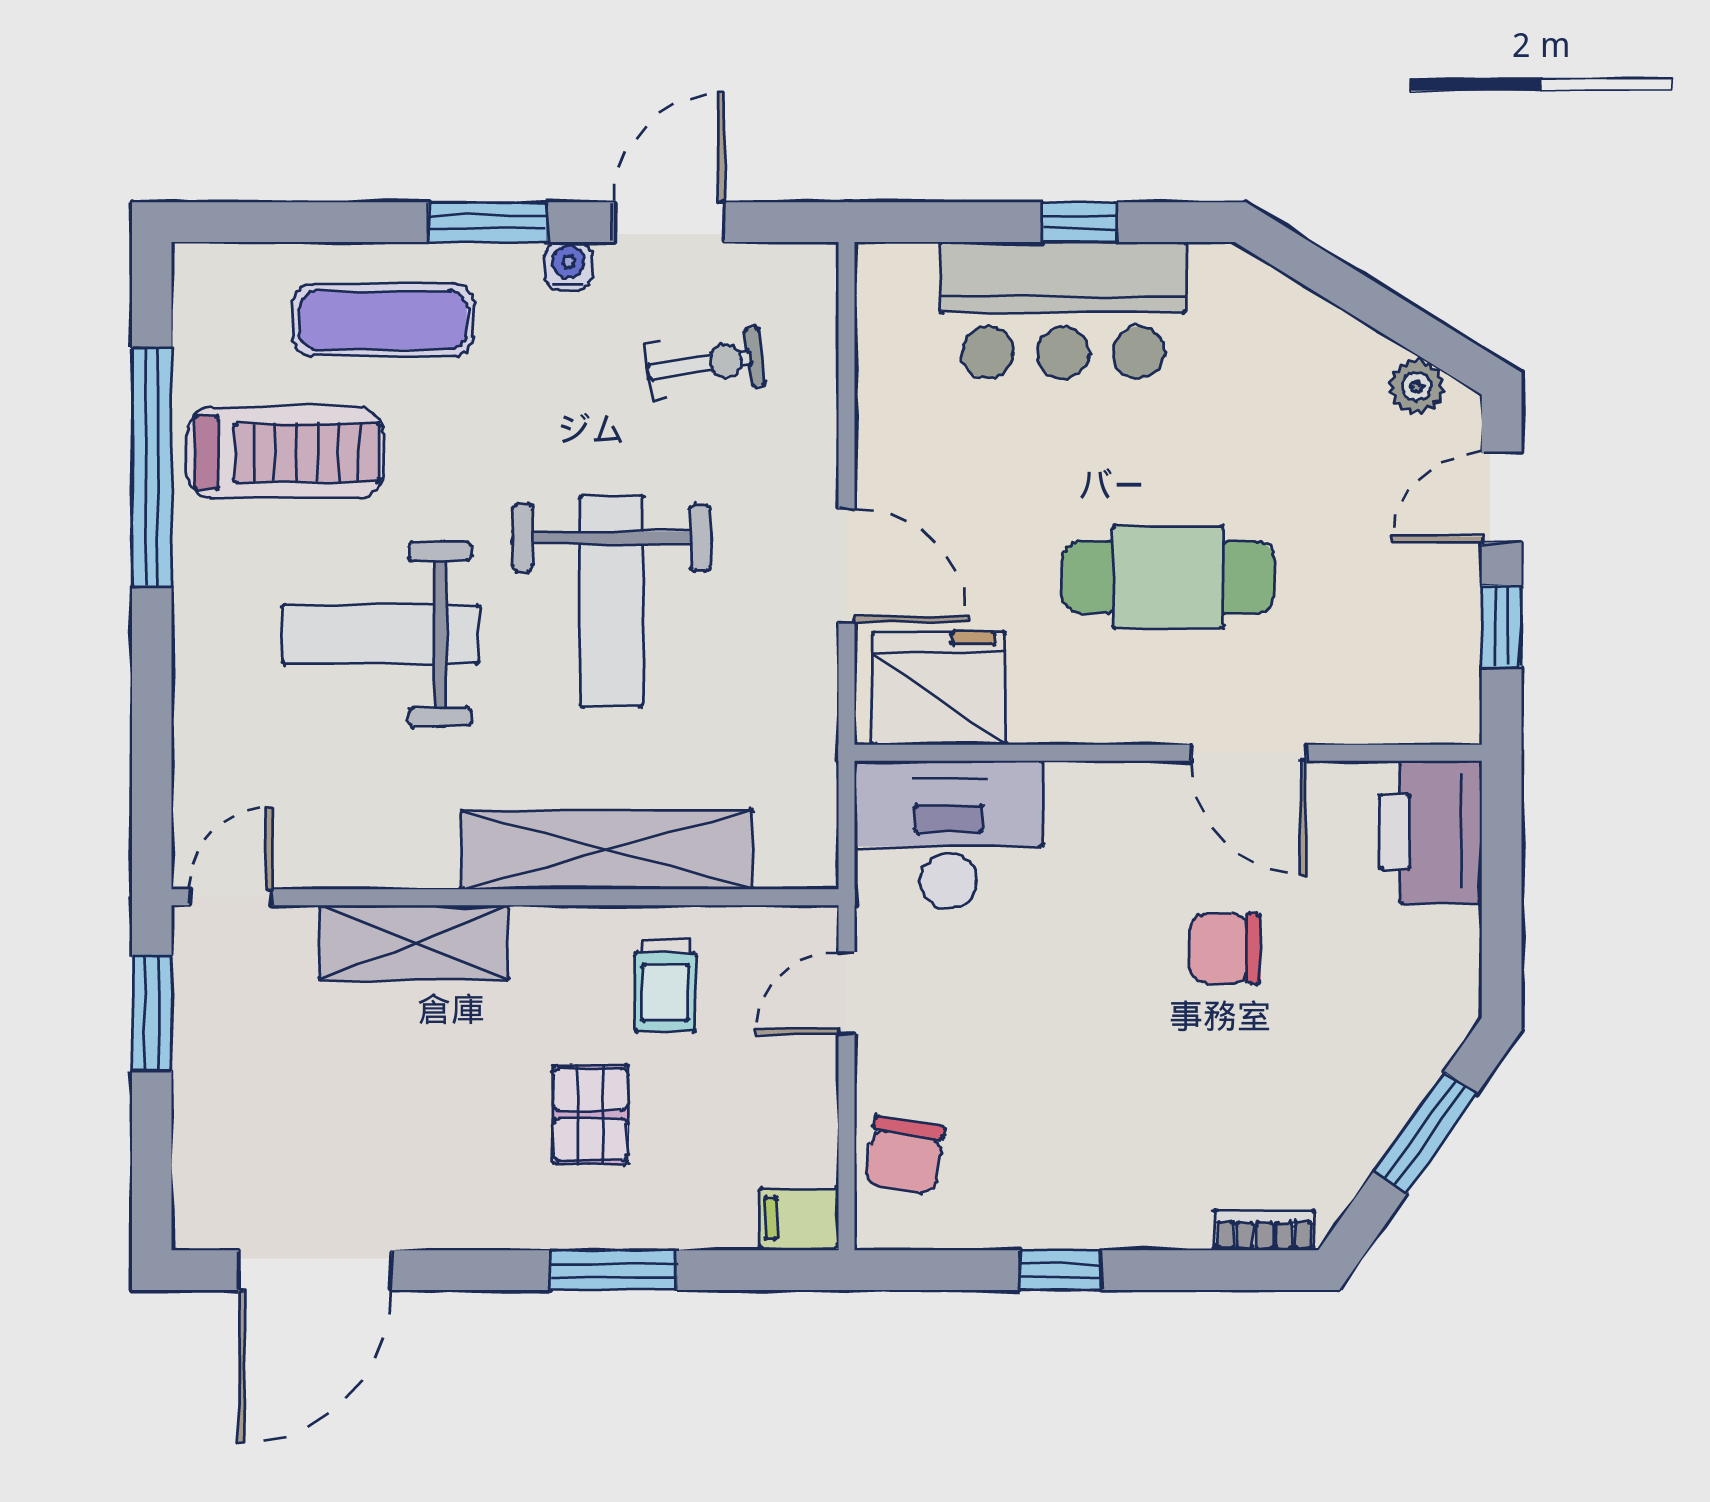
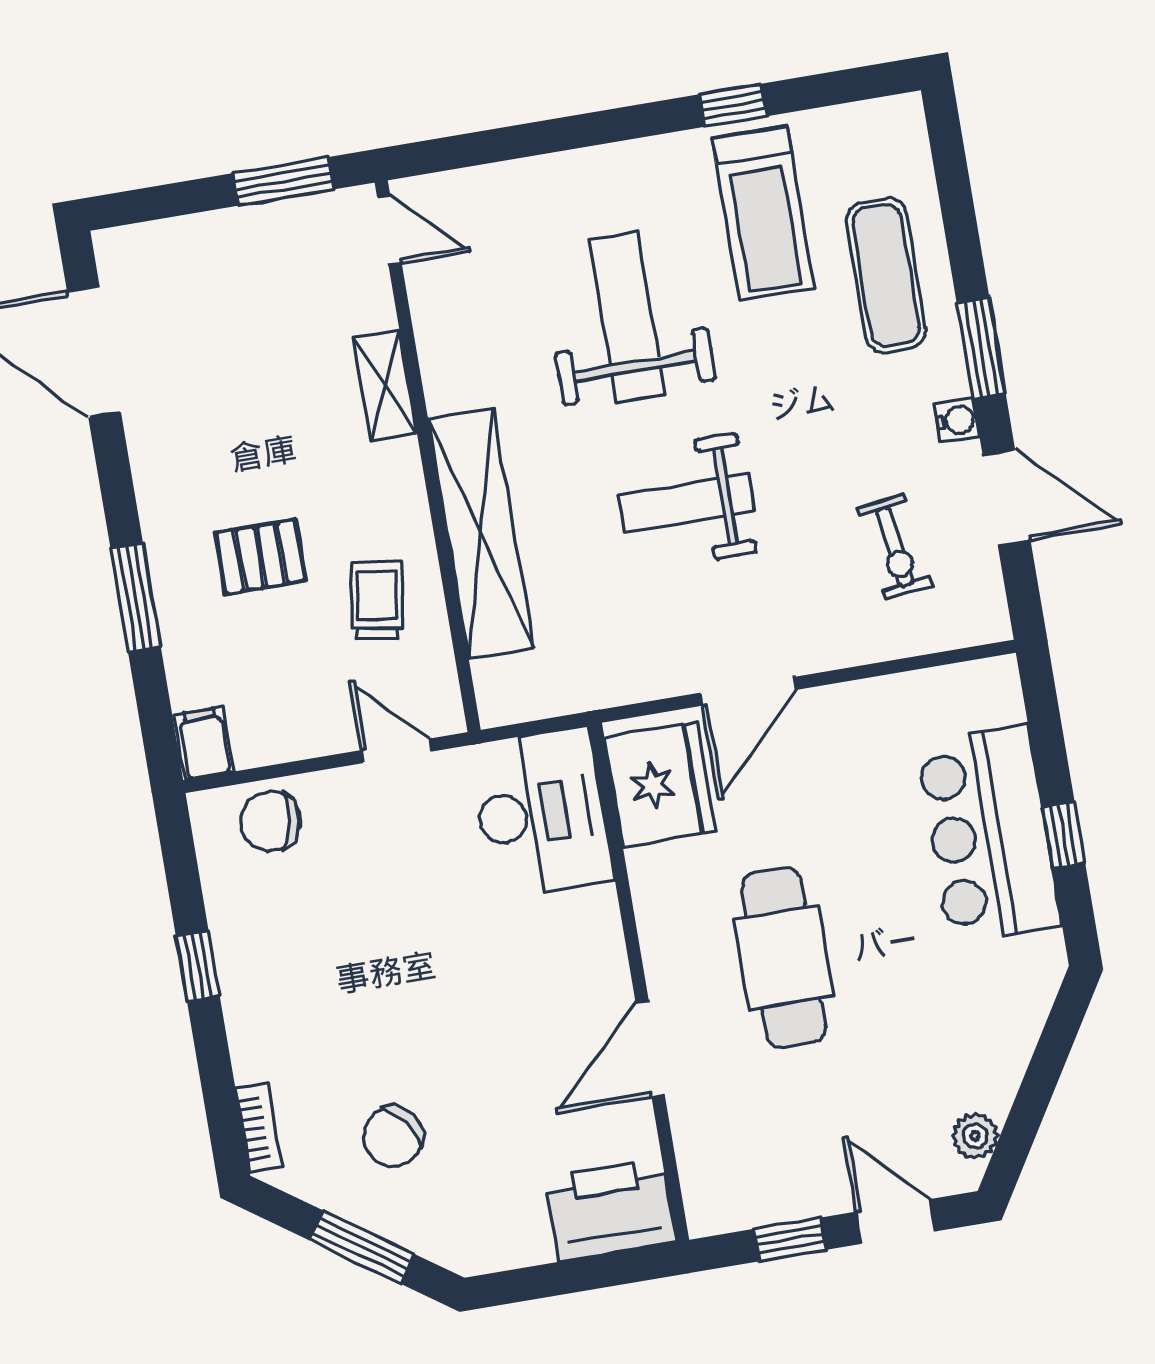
window: (152, 467) -> (732, 105), width x0.32
weight bench: (611, 601) -> (686, 503), width x0.73, depth x0.75
shelving: (413, 943) -> (385, 386), width x0.67, depth x0.75
chair: (1225, 948) -> (393, 1137), moved, turned -127
trolley: (665, 986) -> (377, 601), turned 99

